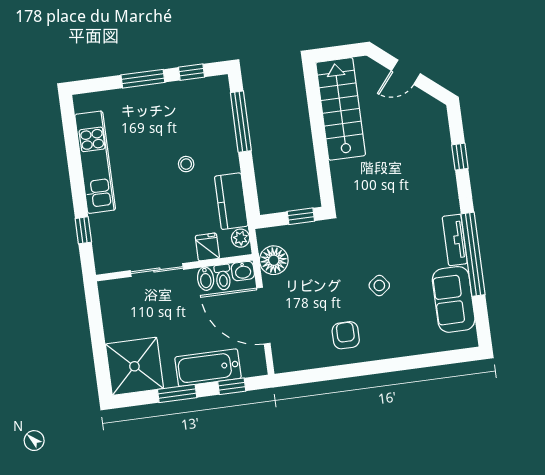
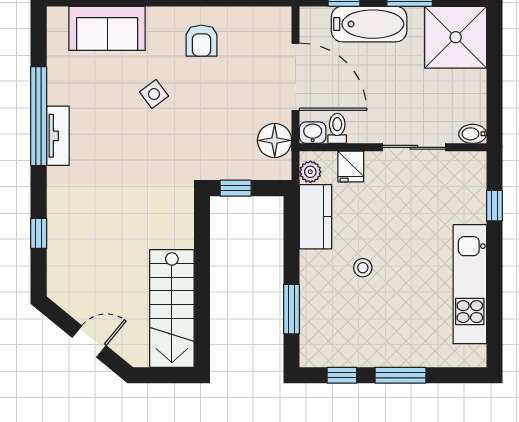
window: (241, 122) -> (292, 309), width x0.69
bidet: (206, 279) -> (473, 134), moved, turned -90
sofa: (454, 299) -> (107, 28), moved, turned 90

